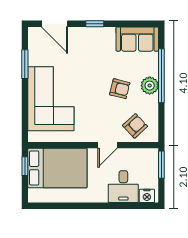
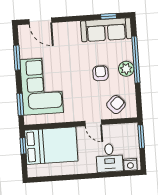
window: (95, 24) -> (109, 16), moved
sofa: (137, 39) -> (106, 30), width x1.36
armchair: (120, 89) -> (101, 73), turned -104
window: (25, 118) -> (20, 104), added
door: (108, 145) -> (93, 123), hinge flipped

